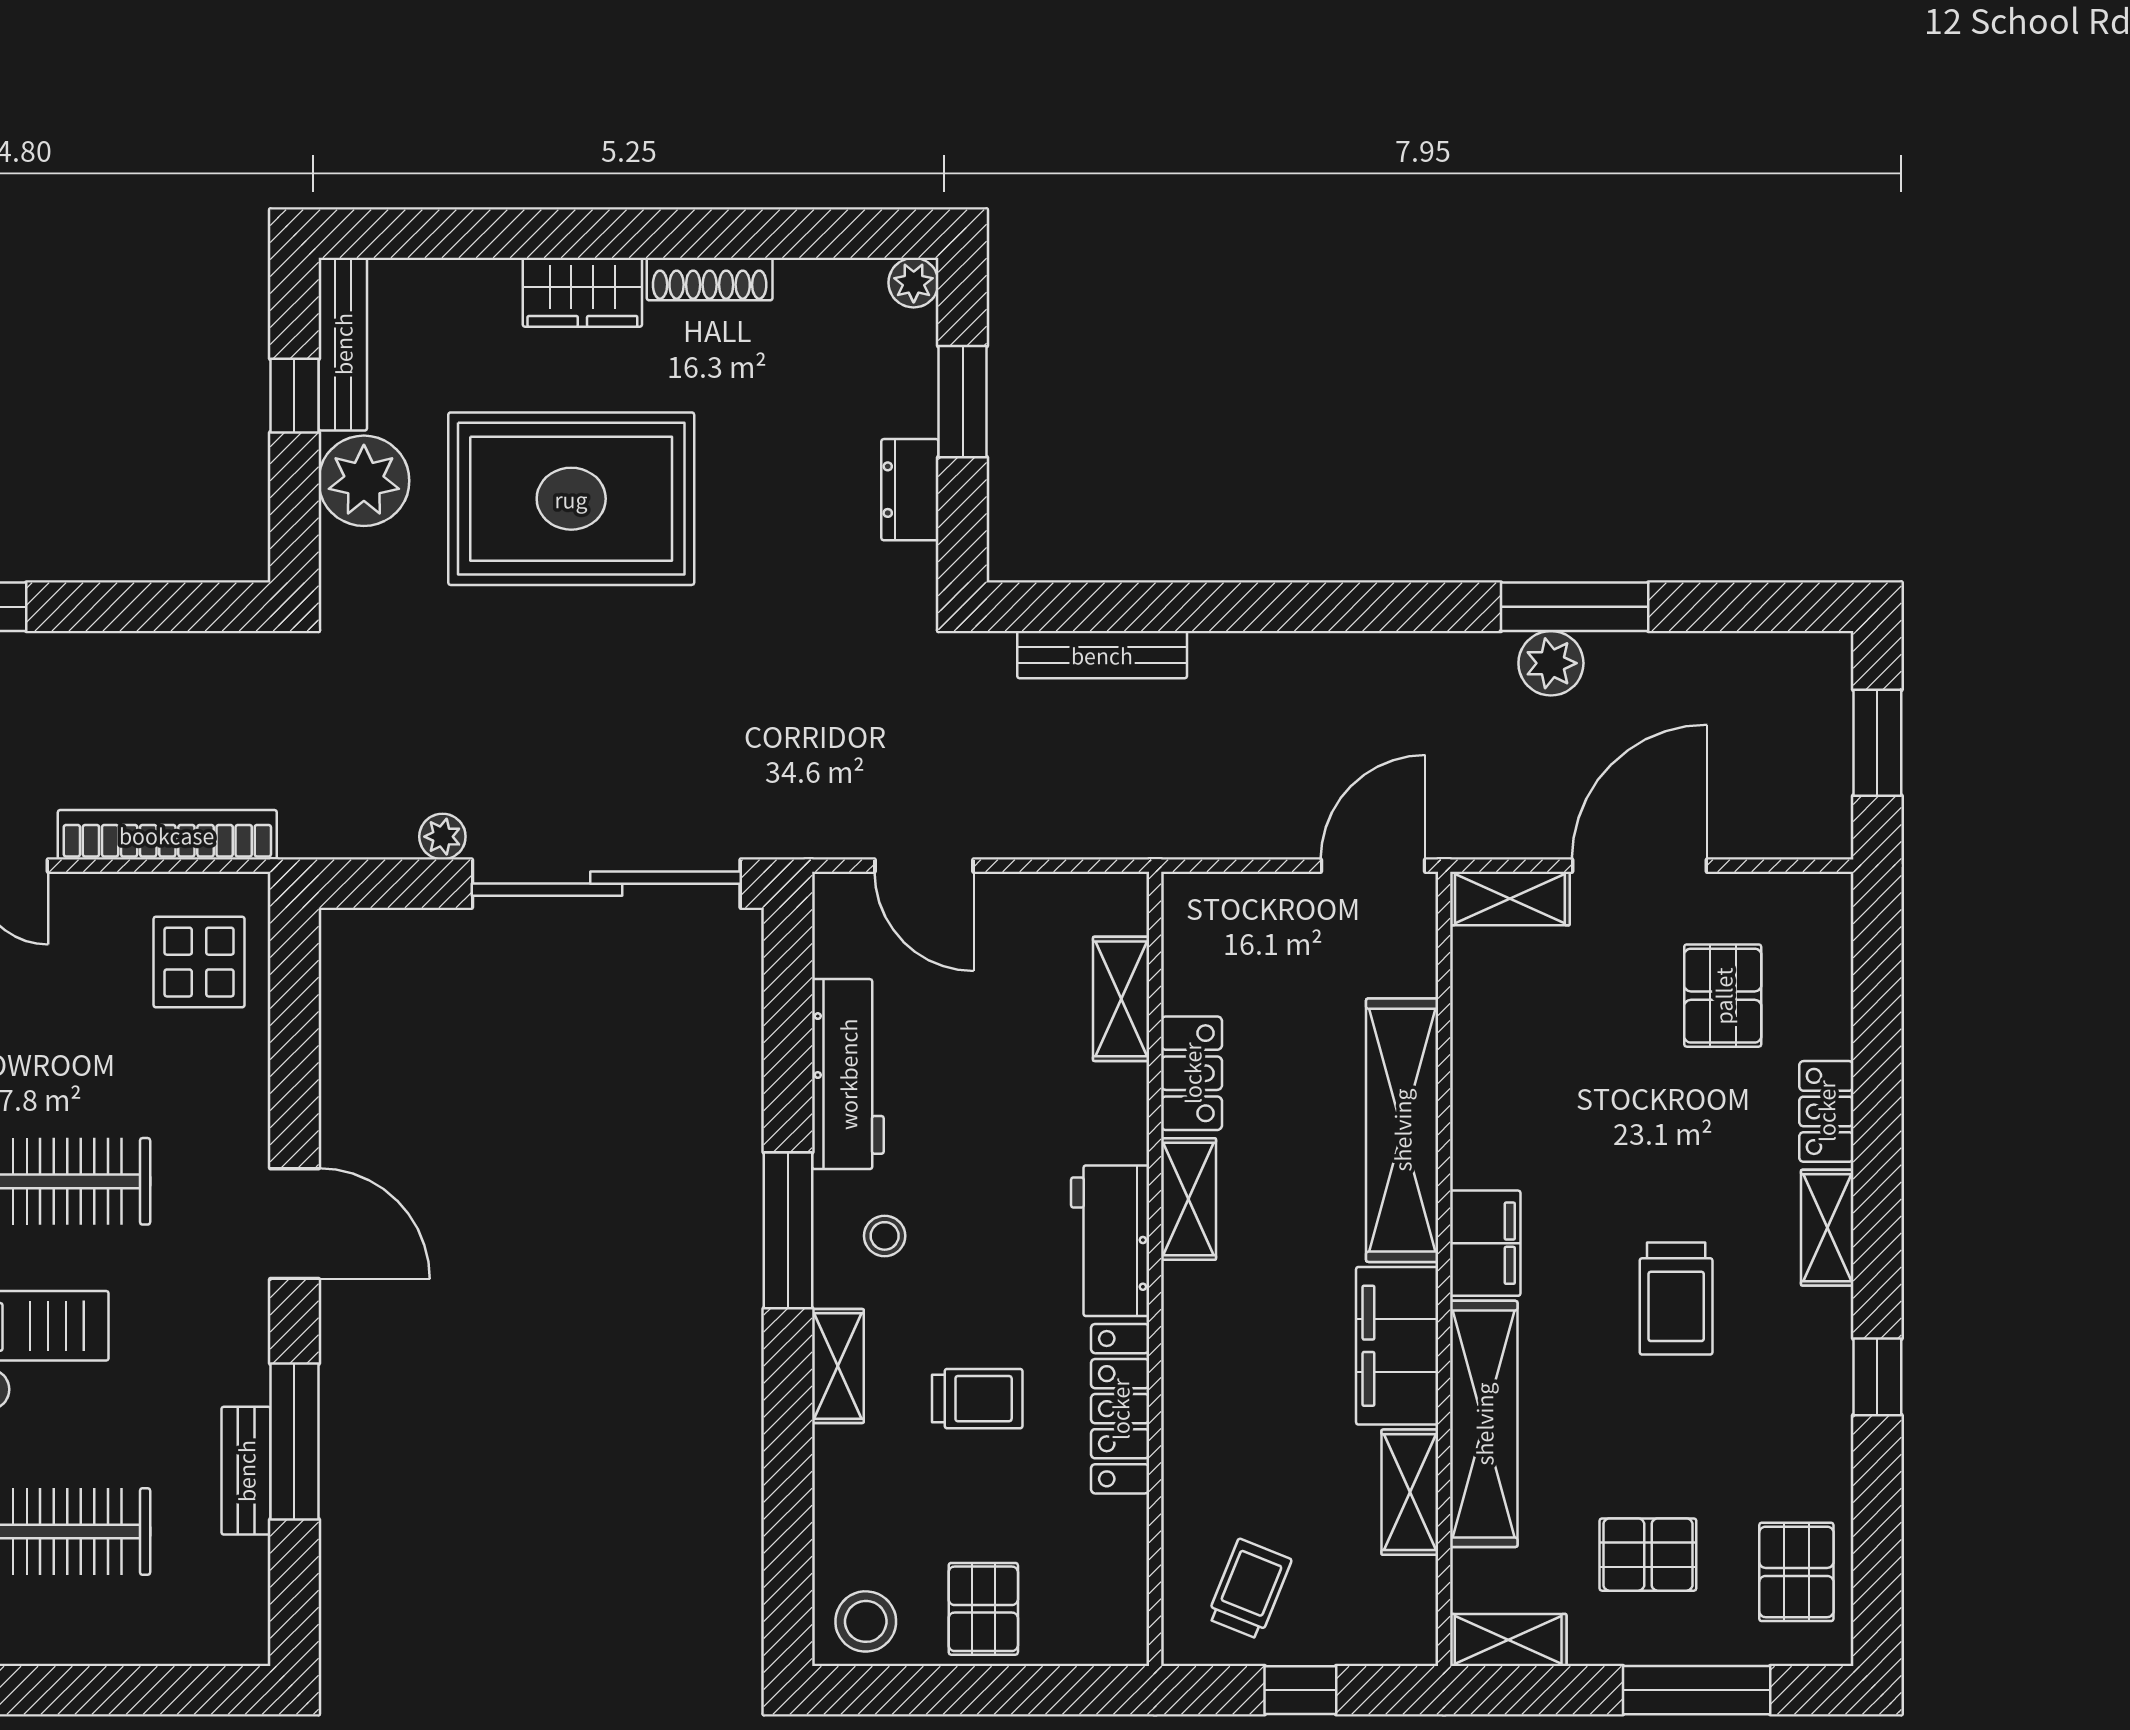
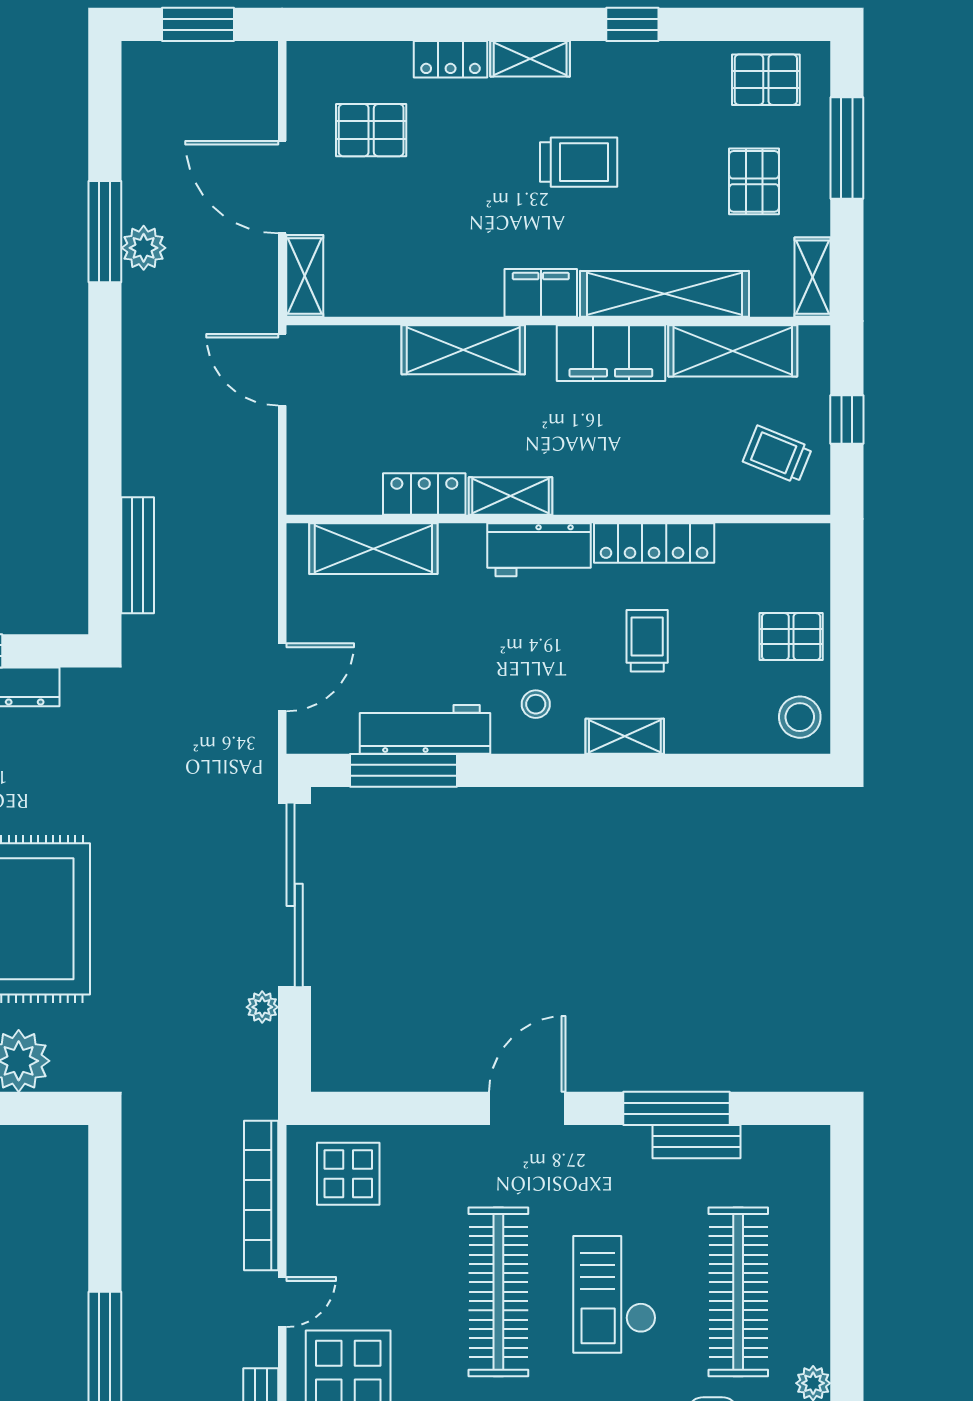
shelving: (1121, 999) -> (373, 549), width x1.50, depth x1.33
shelving: (1402, 1130) -> (463, 350), width x0.68
window: (788, 1230) -> (403, 770), moved
shelving: (1410, 1492) -> (733, 351), width x1.50, depth x1.33

